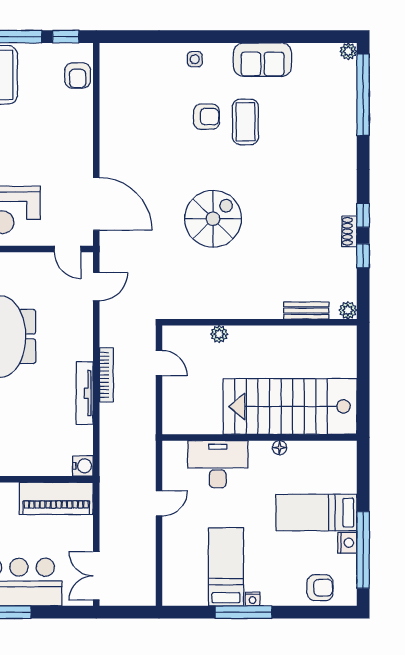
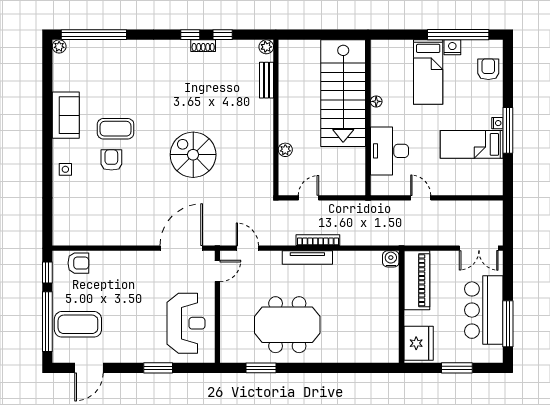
tv unit: (85, 393) -> (307, 257), moved

